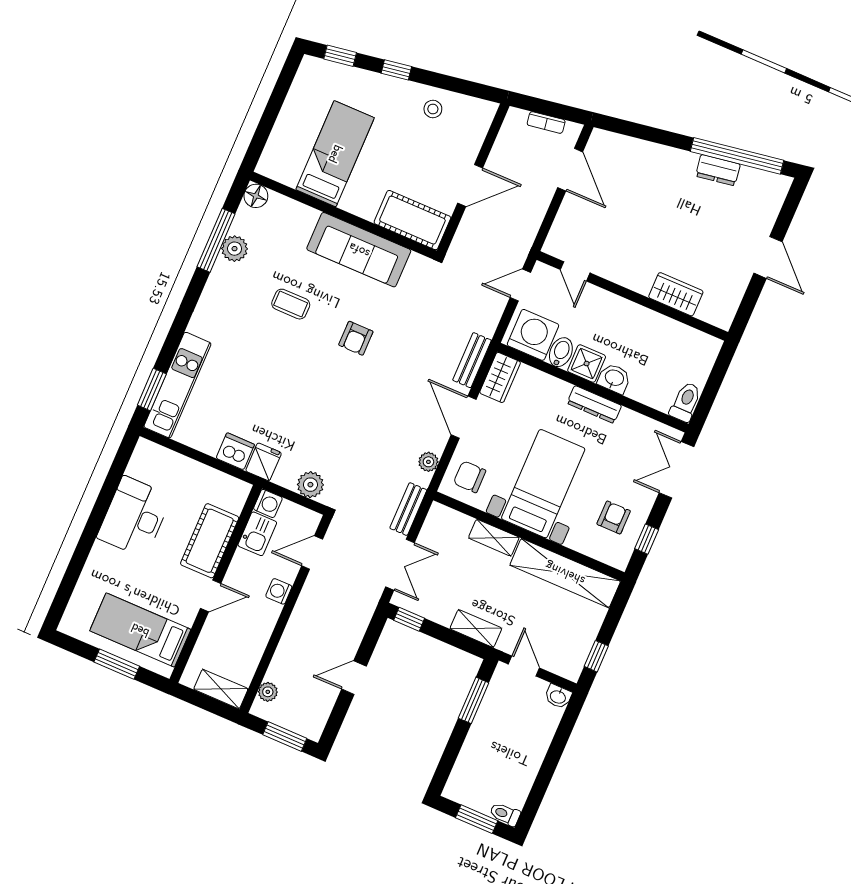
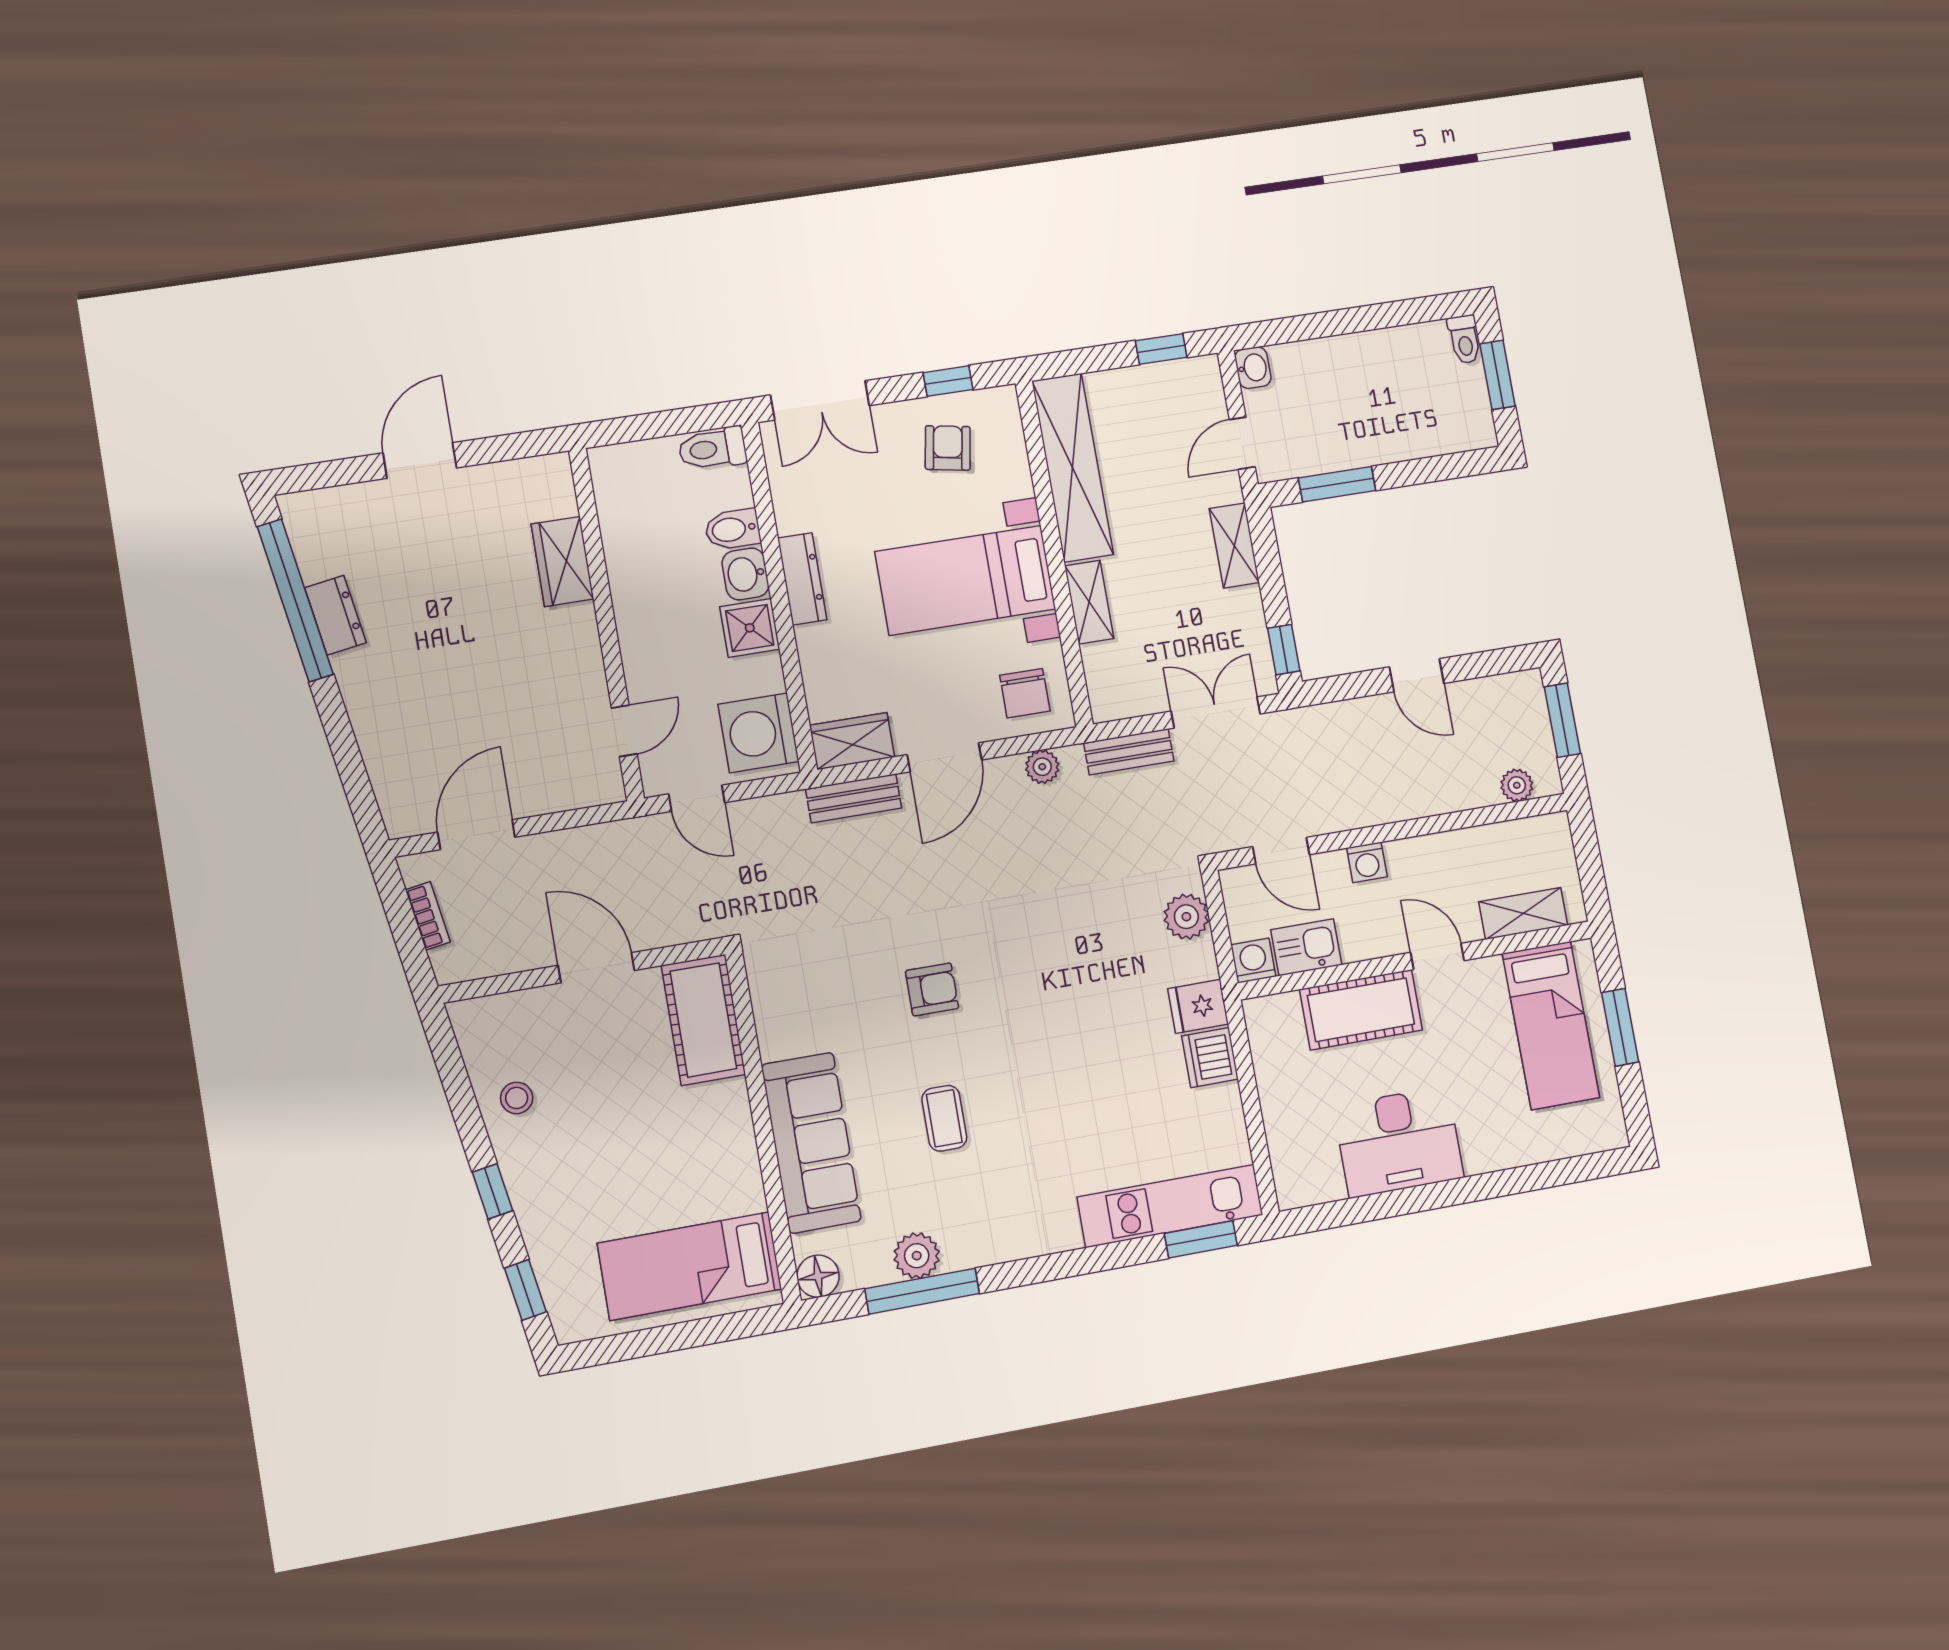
bed: (335, 154) -> (690, 1266), moved
sofa: (359, 250) -> (811, 1143), moved
bidet: (561, 352) -> (733, 529), moved
armchair: (614, 517) -> (948, 448), turned 100
shelving: (221, 689) -> (1523, 913), moved, turned 90

